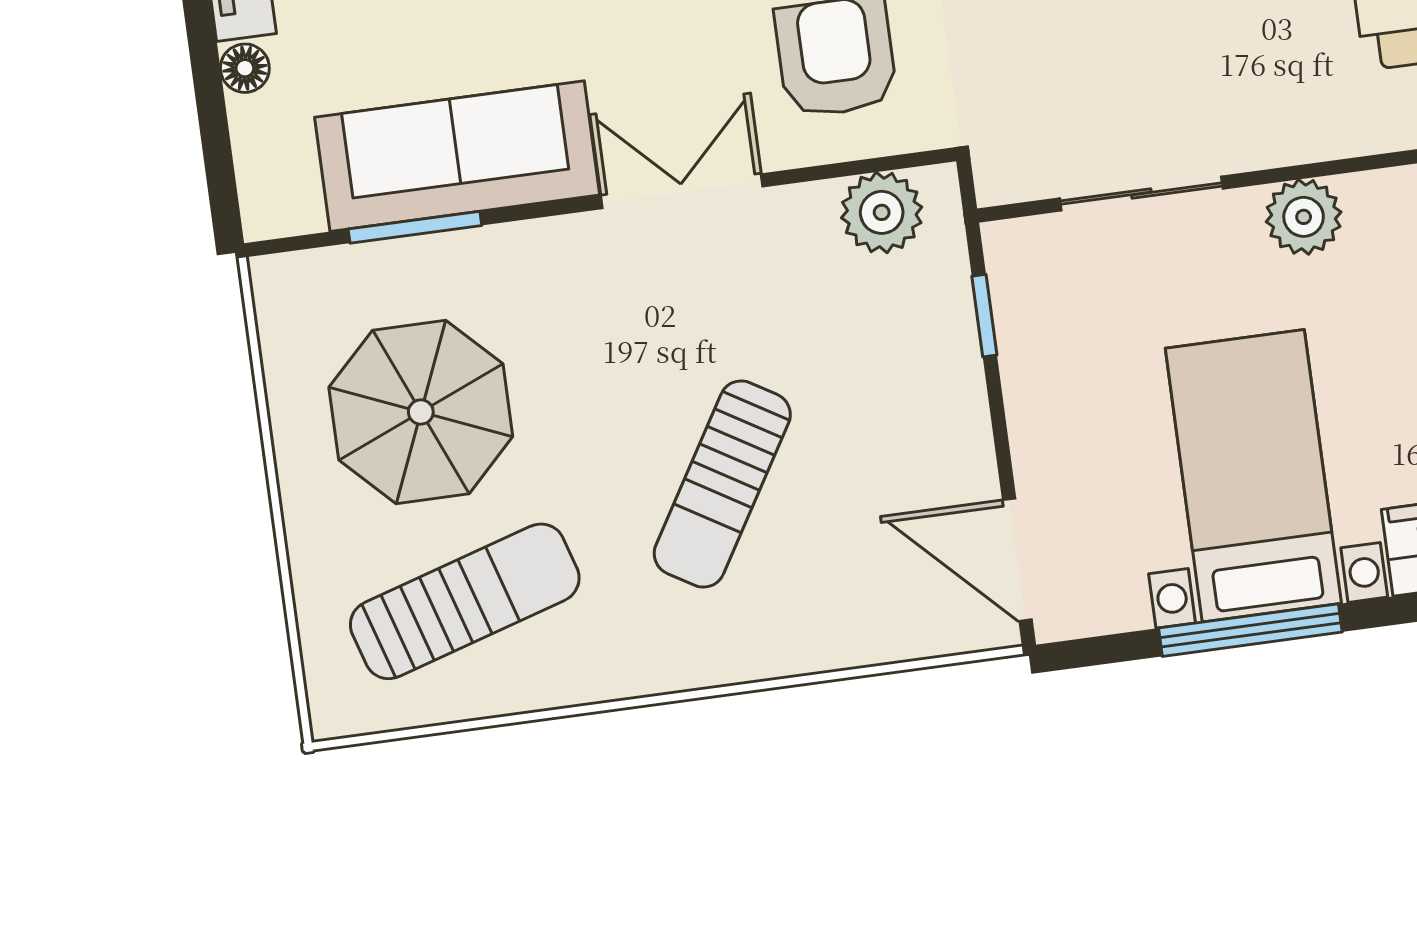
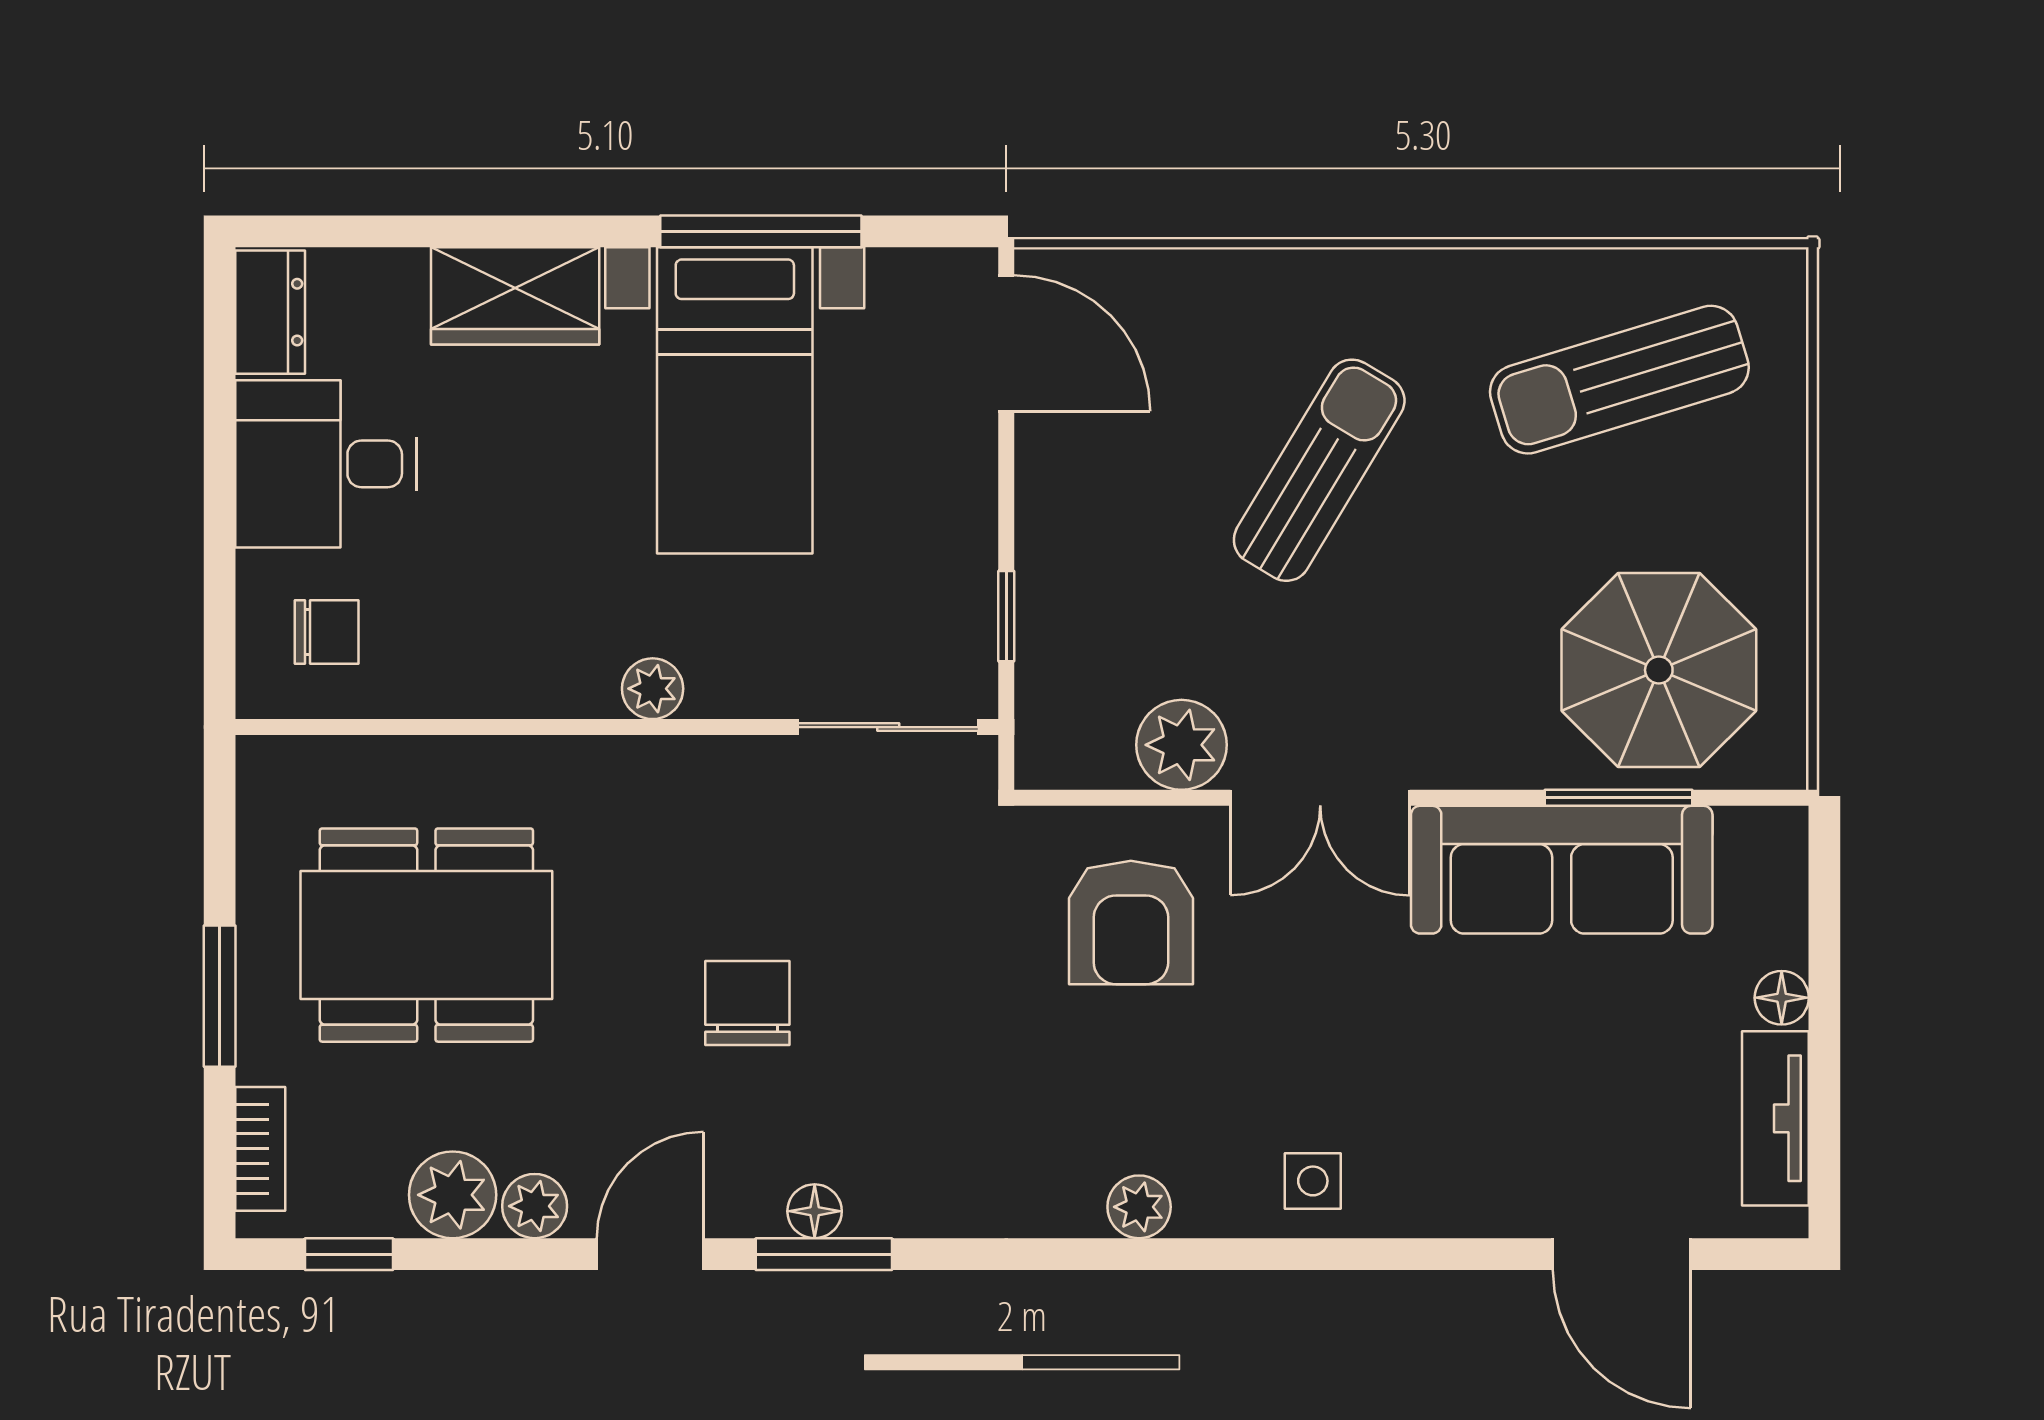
sliding door: (1141, 194) -> (888, 727), moved
plant: (882, 212) -> (1182, 745), moved
plant: (1304, 217) -> (653, 689), width x0.73, depth x0.73
parasol: (421, 412) -> (1659, 670), moved

